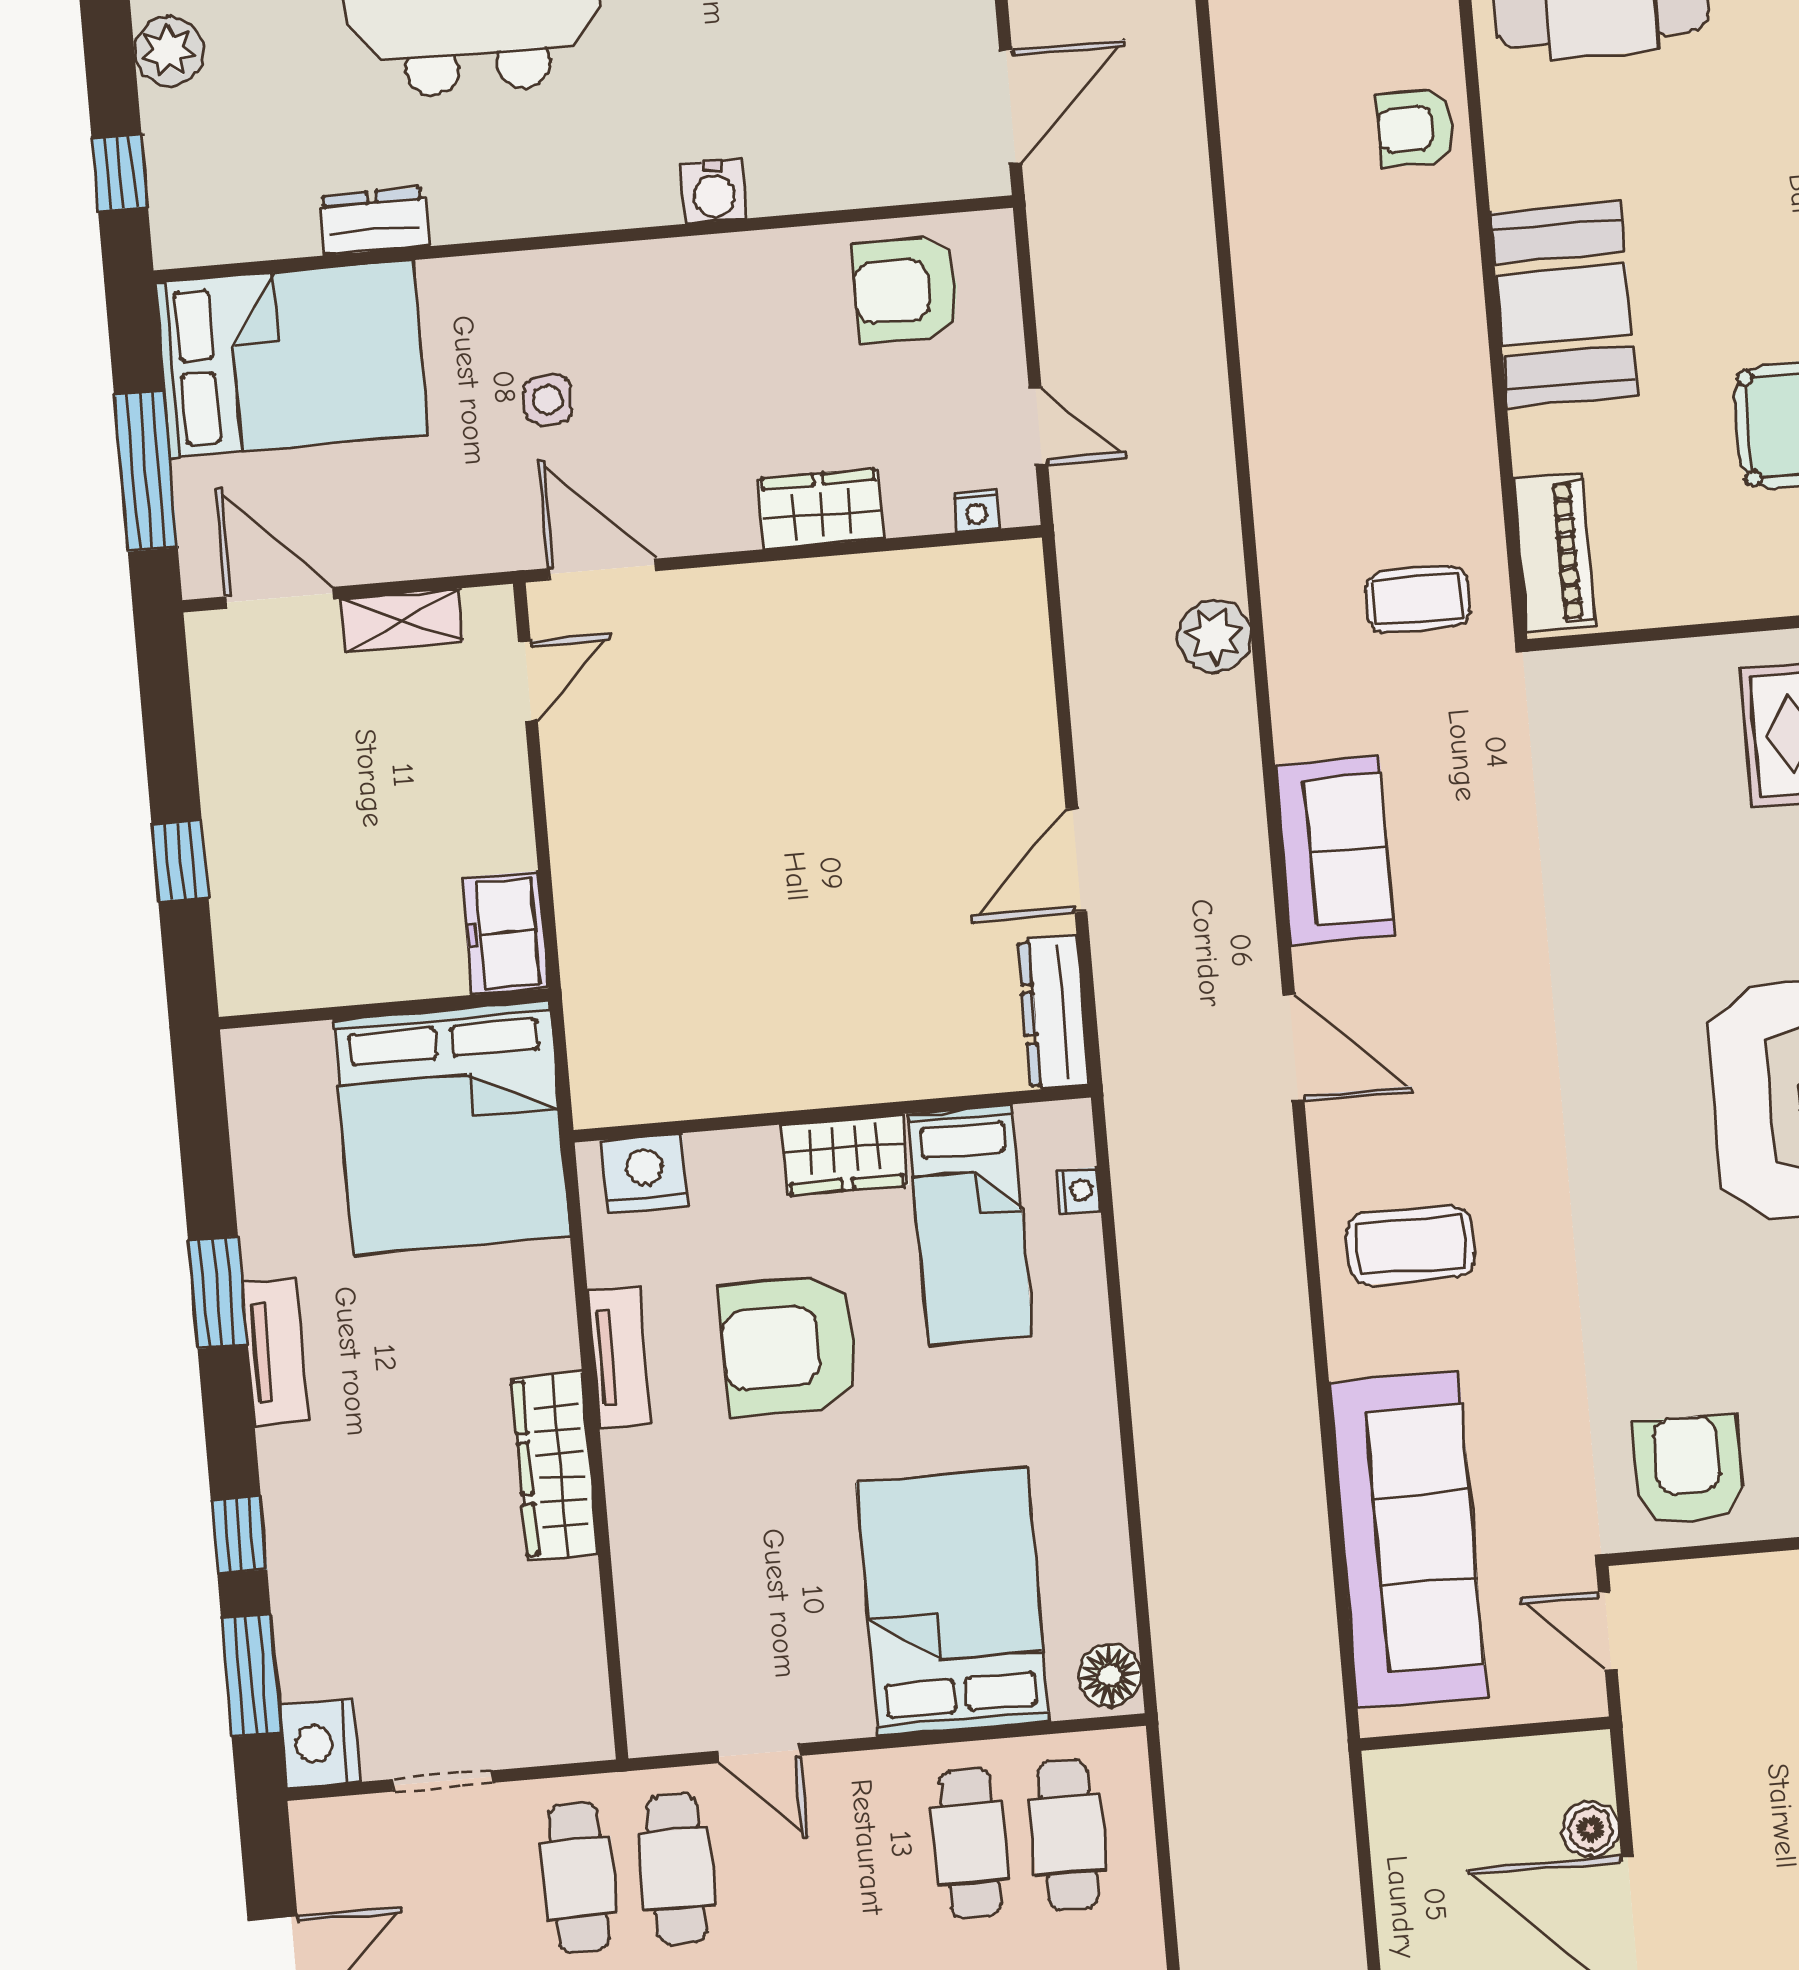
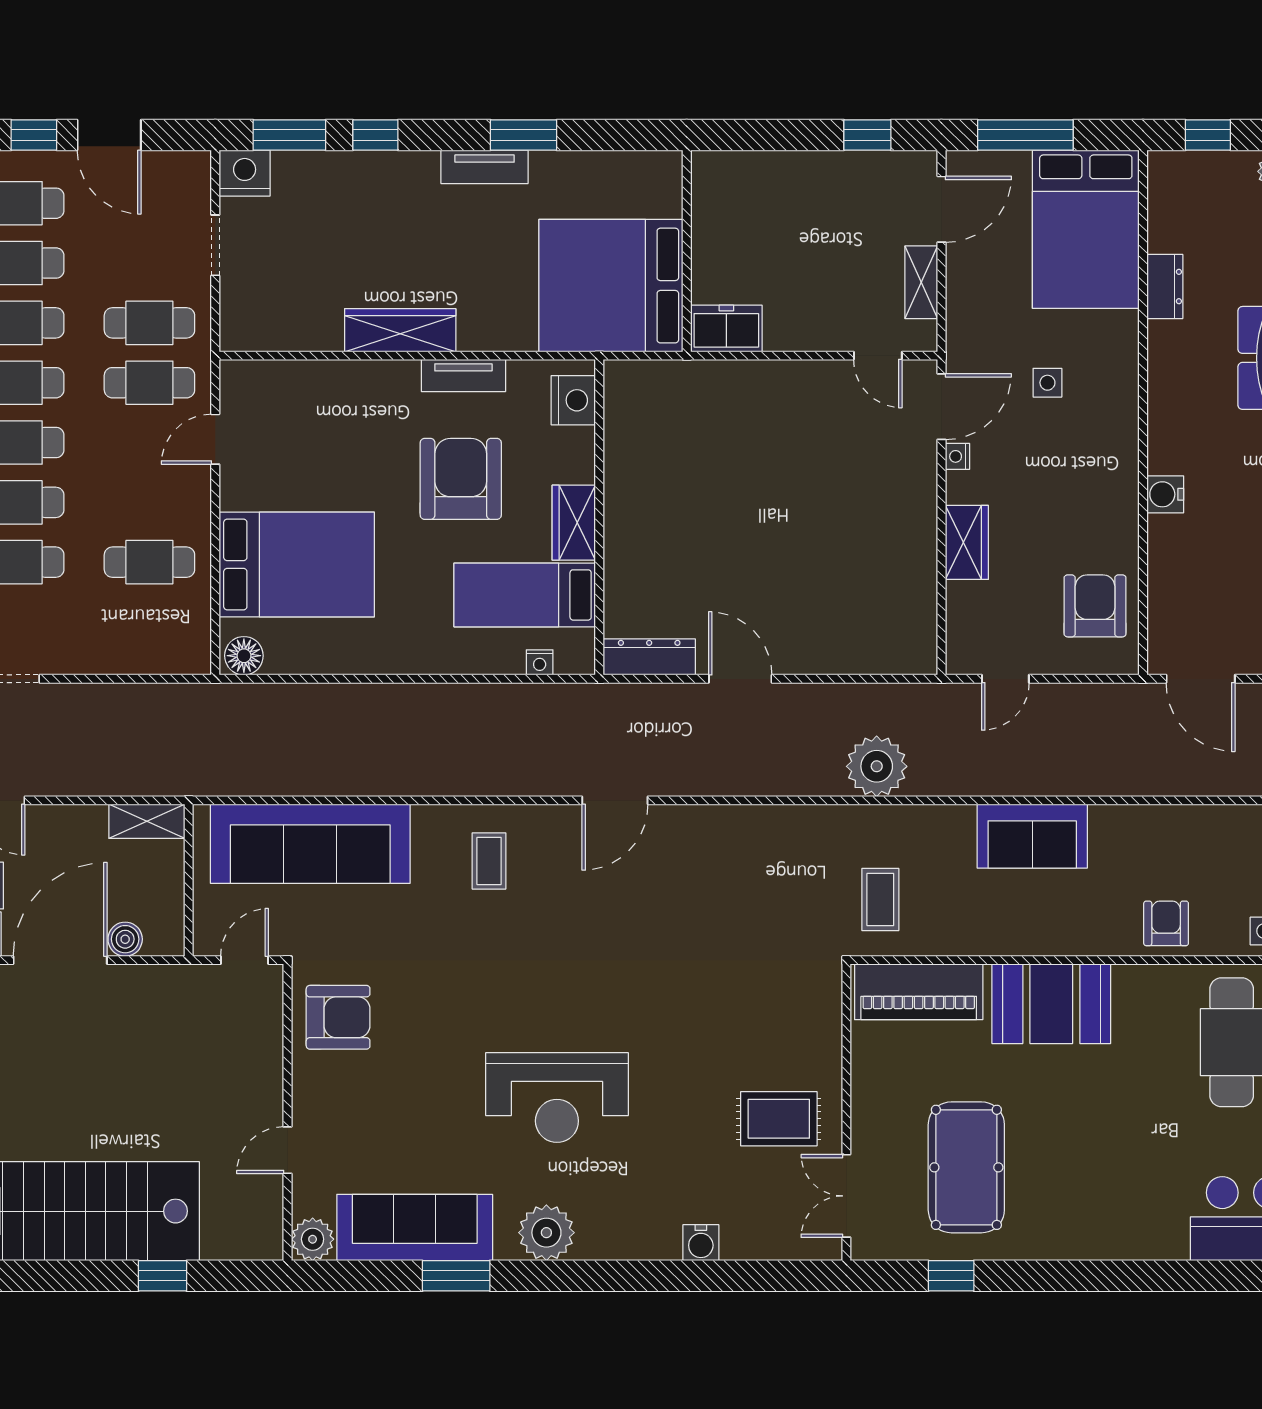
nightstand: (976, 510) -> (958, 456), moved
piano: (1554, 552) -> (919, 992), width x1.37, depth x1.33
plant: (1214, 636) -> (877, 766), width x1.36, depth x1.36
sofa: (1335, 850) -> (1032, 836), moved
window: (180, 861) -> (867, 135), moved
coffee table: (1410, 1245) -> (489, 861), width x0.73, depth x0.77
shelving: (1395, 1810) -> (147, 821), added
cafe table: (1068, 1835) -> (149, 622), removed

